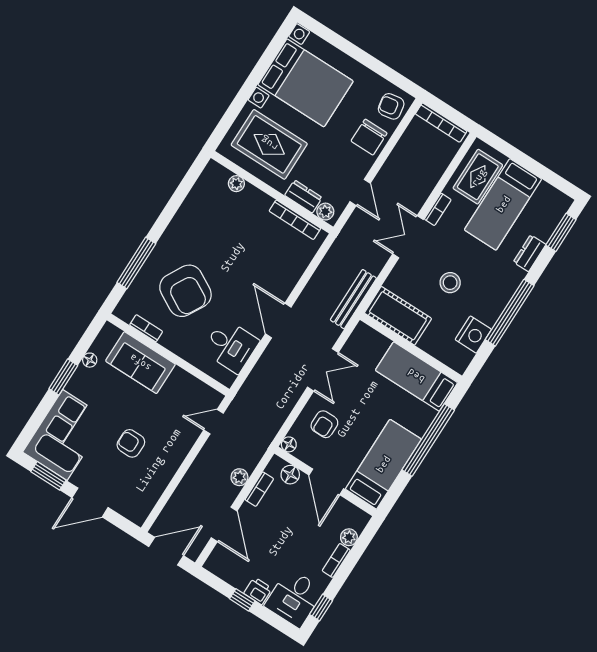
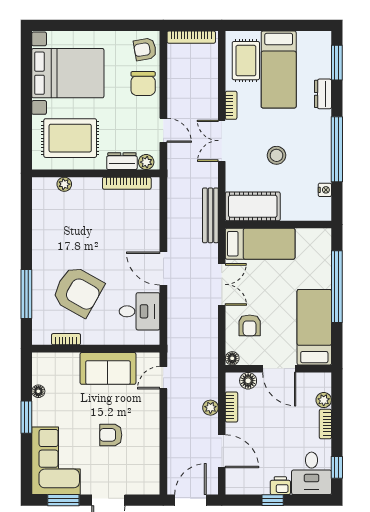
nightstand: (473, 335) -> (325, 190), width x0.53, depth x0.56
sofa: (140, 363) -> (108, 368), moved
bed: (416, 376) -> (260, 244), moved, turned 180

